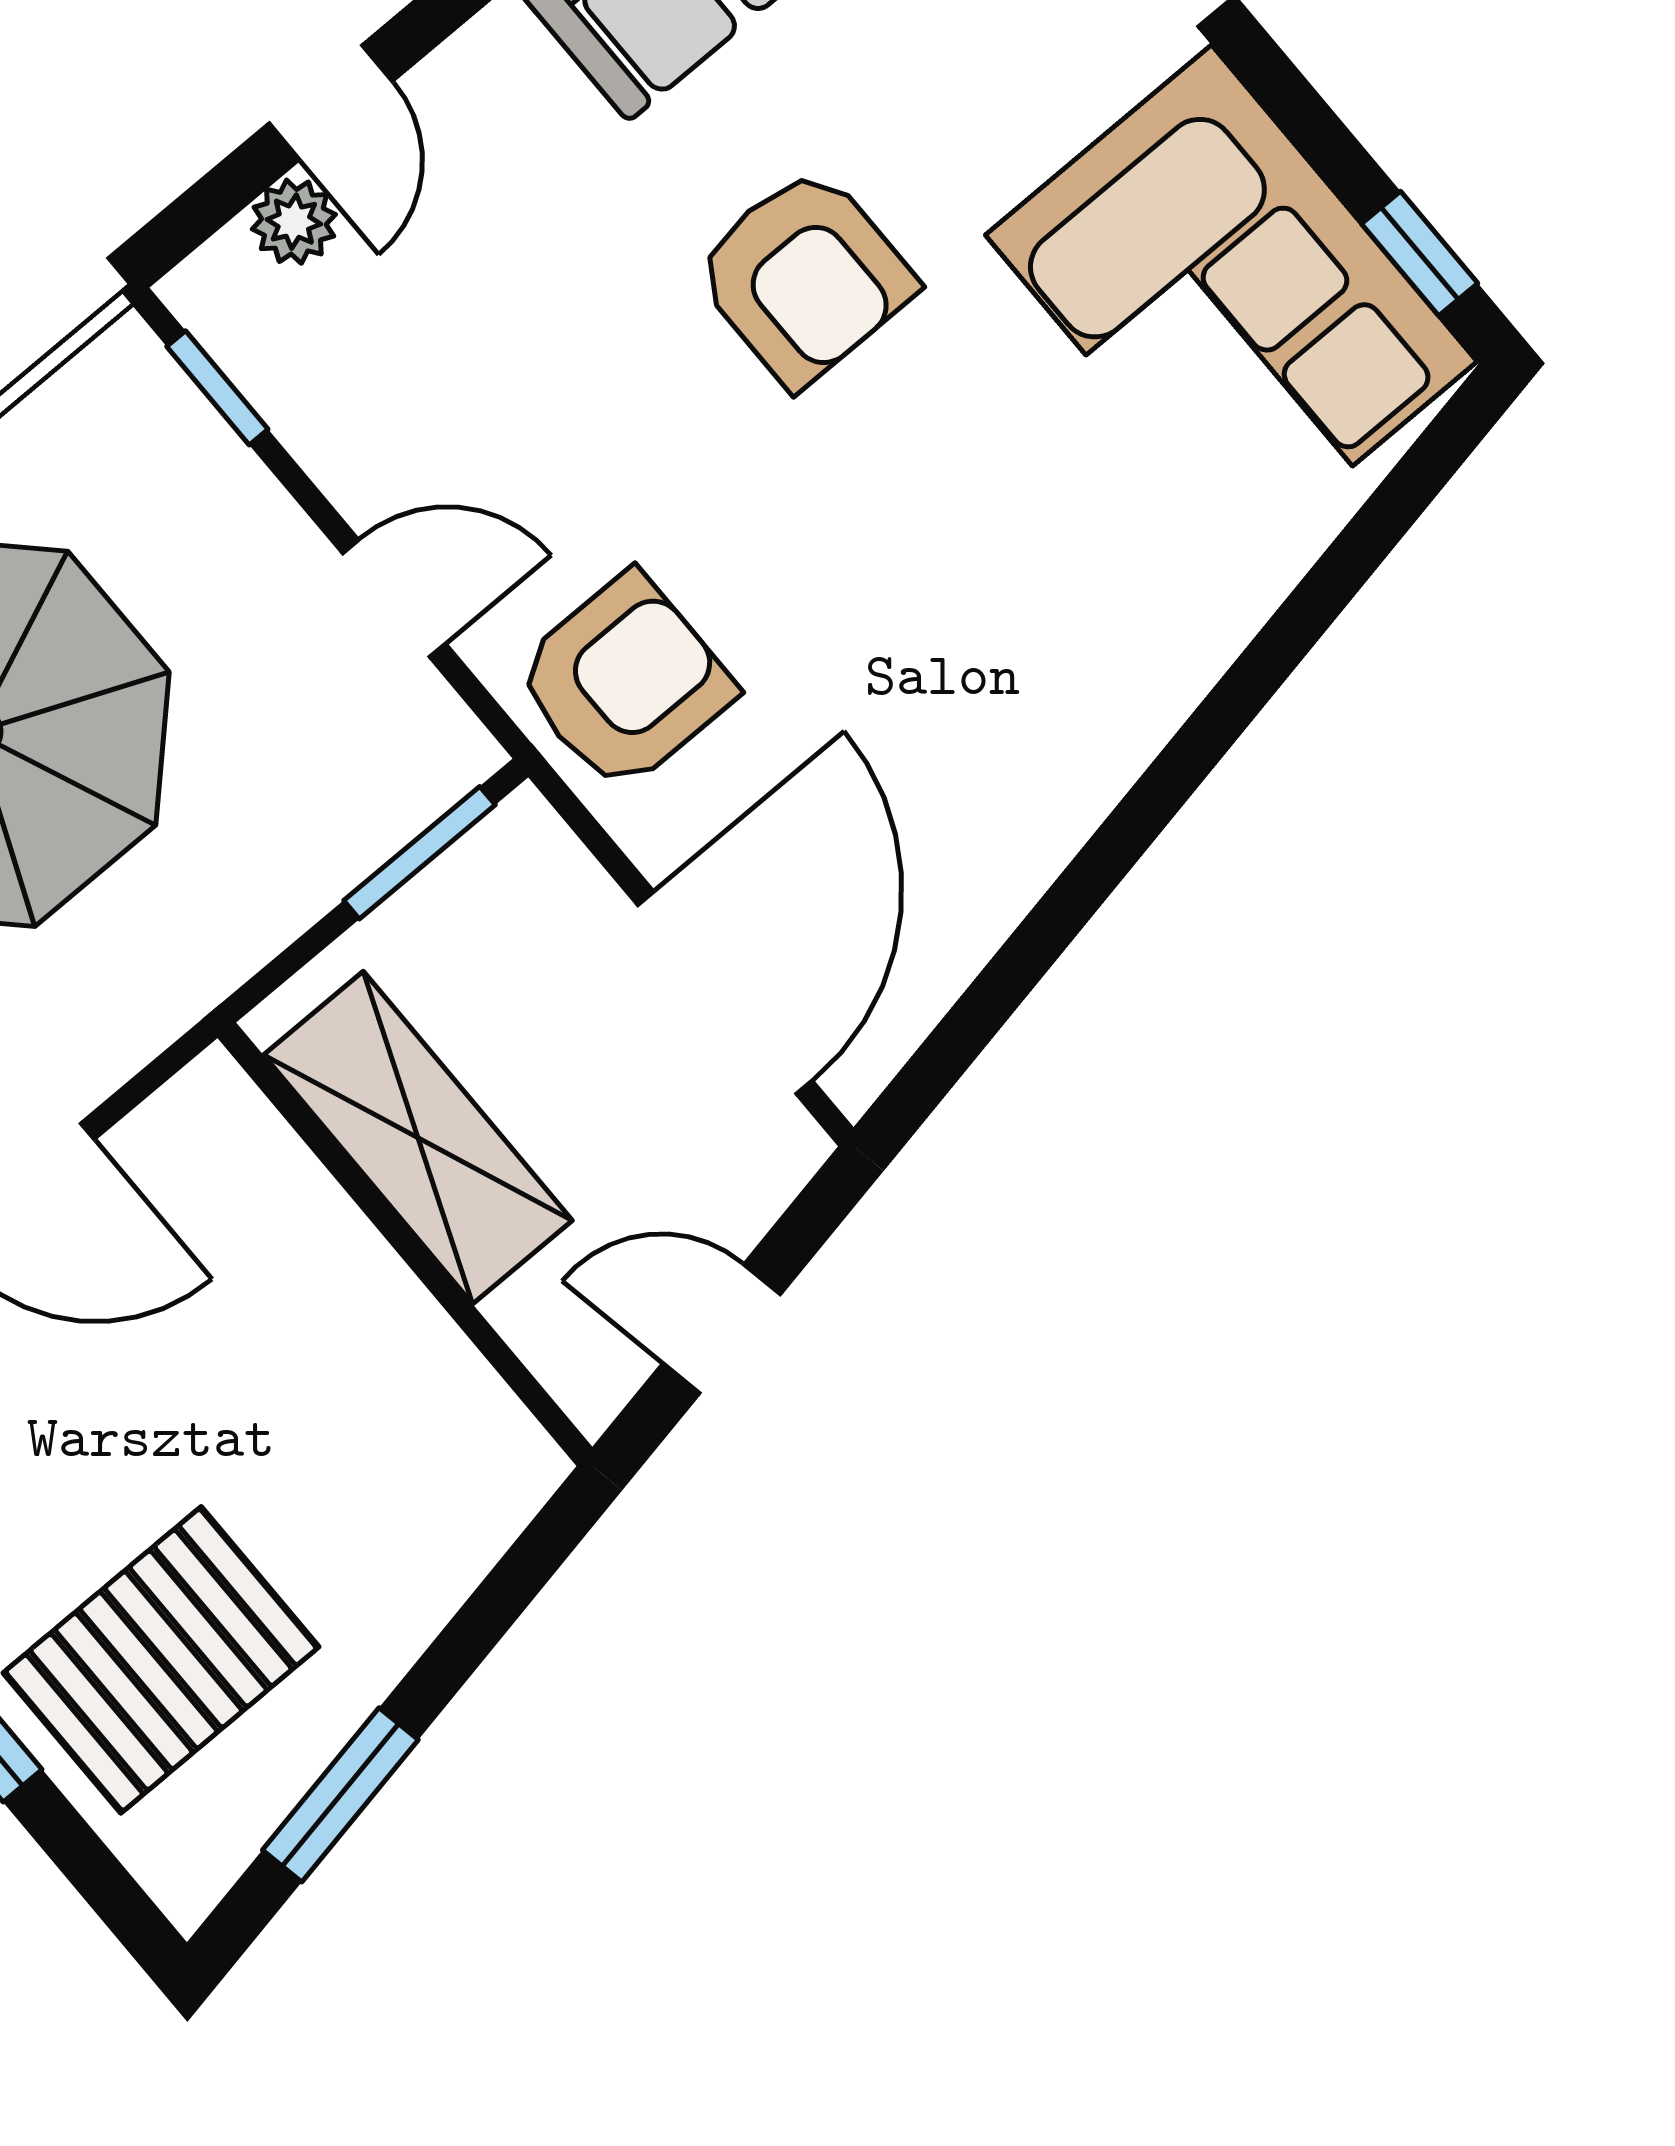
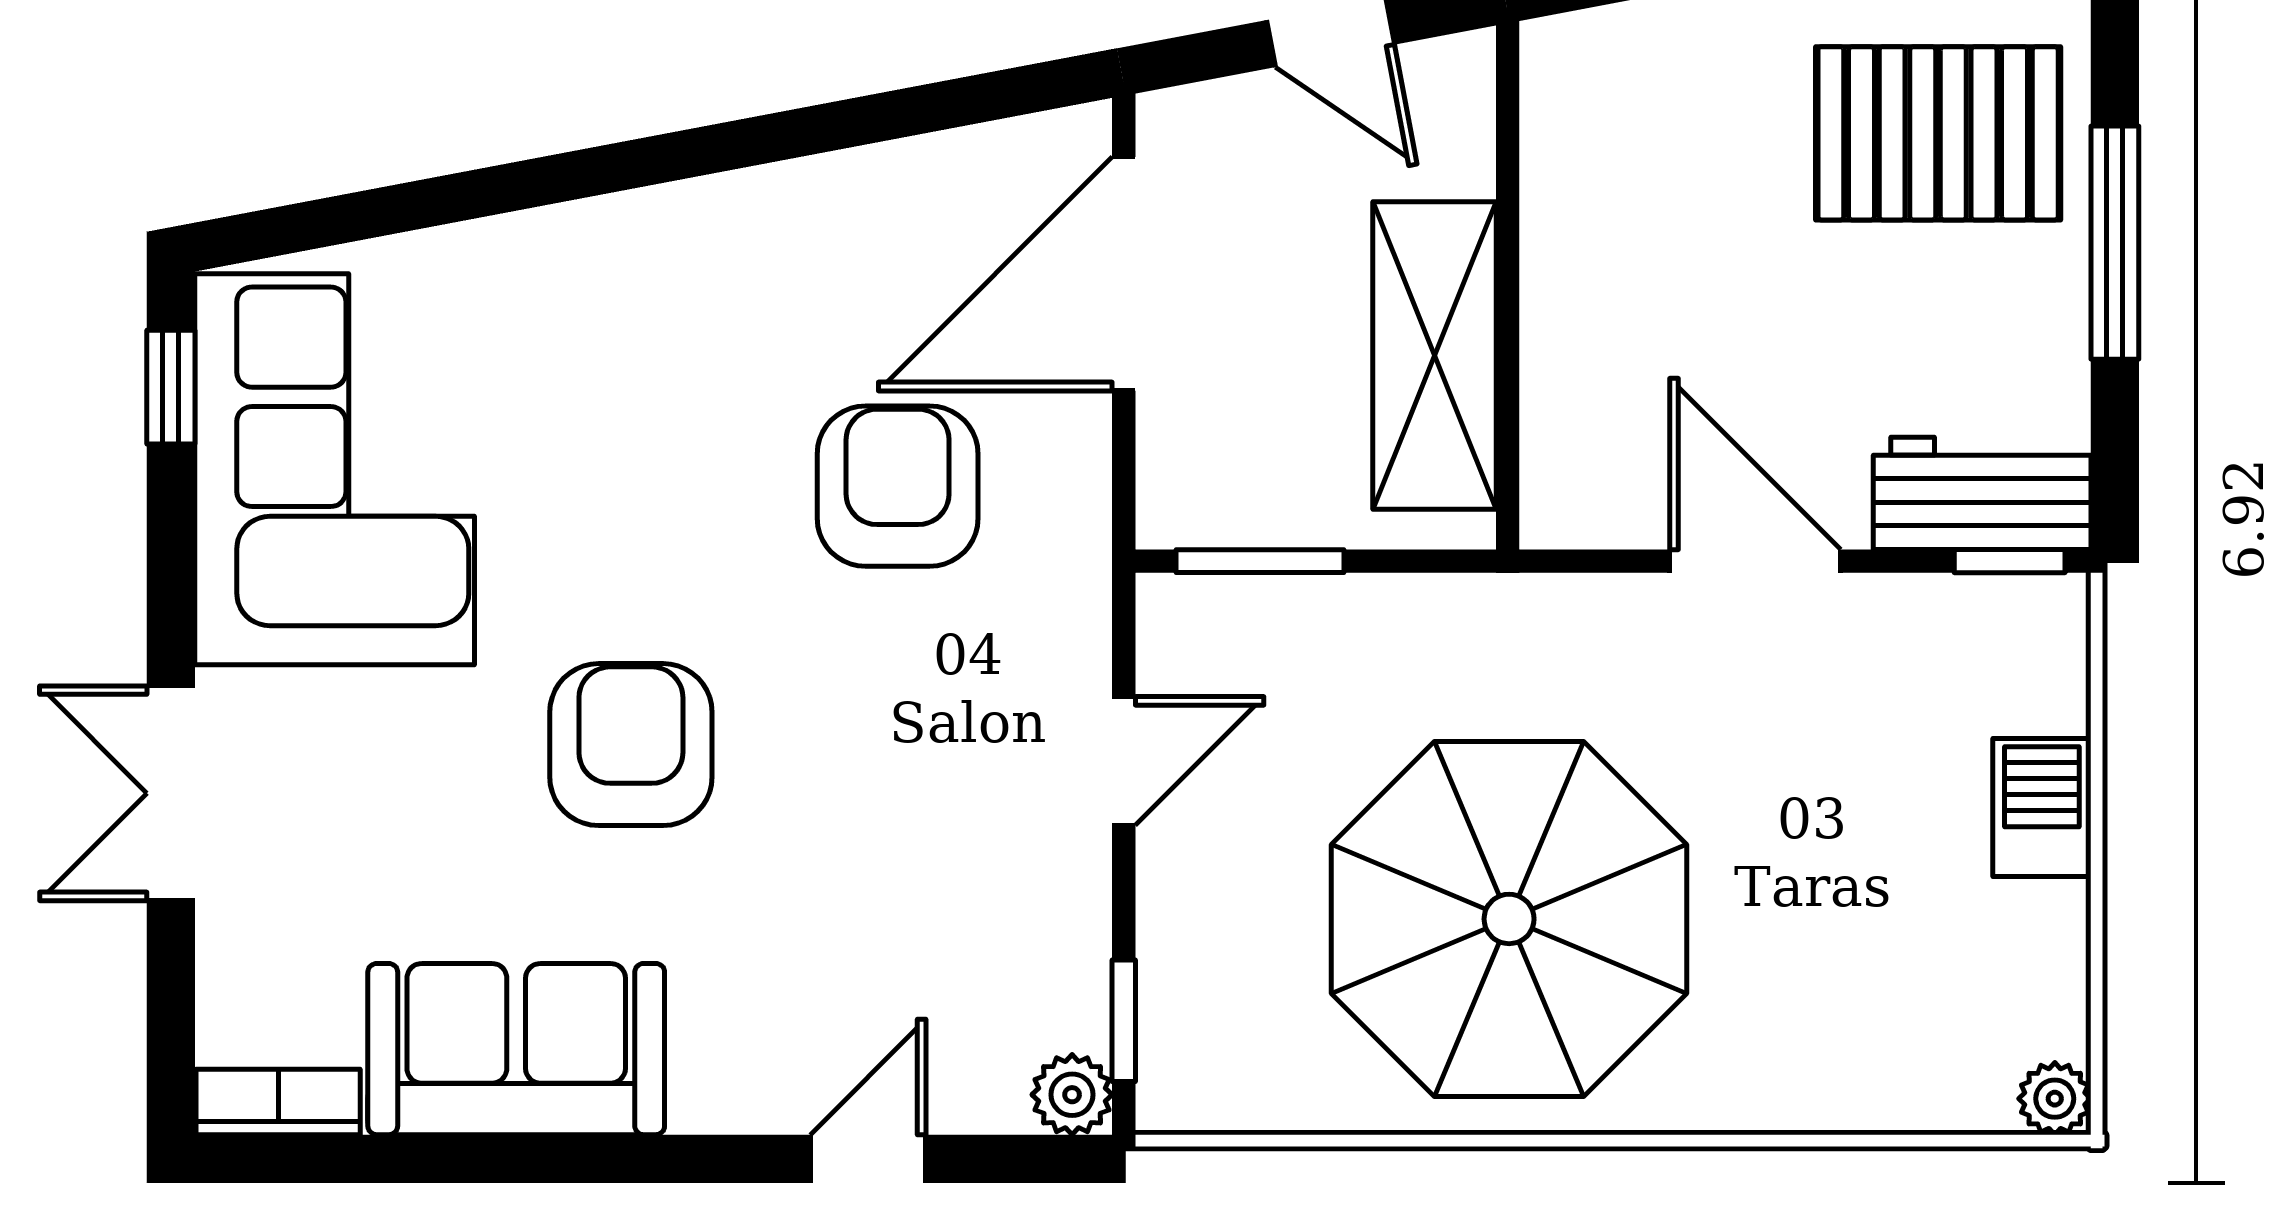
plant: (294, 222) -> (1072, 1095), moved
door: (394, 598) -> (1124, 761), swing flipped
armchair: (624, 682) -> (898, 486), moved, turned 90

